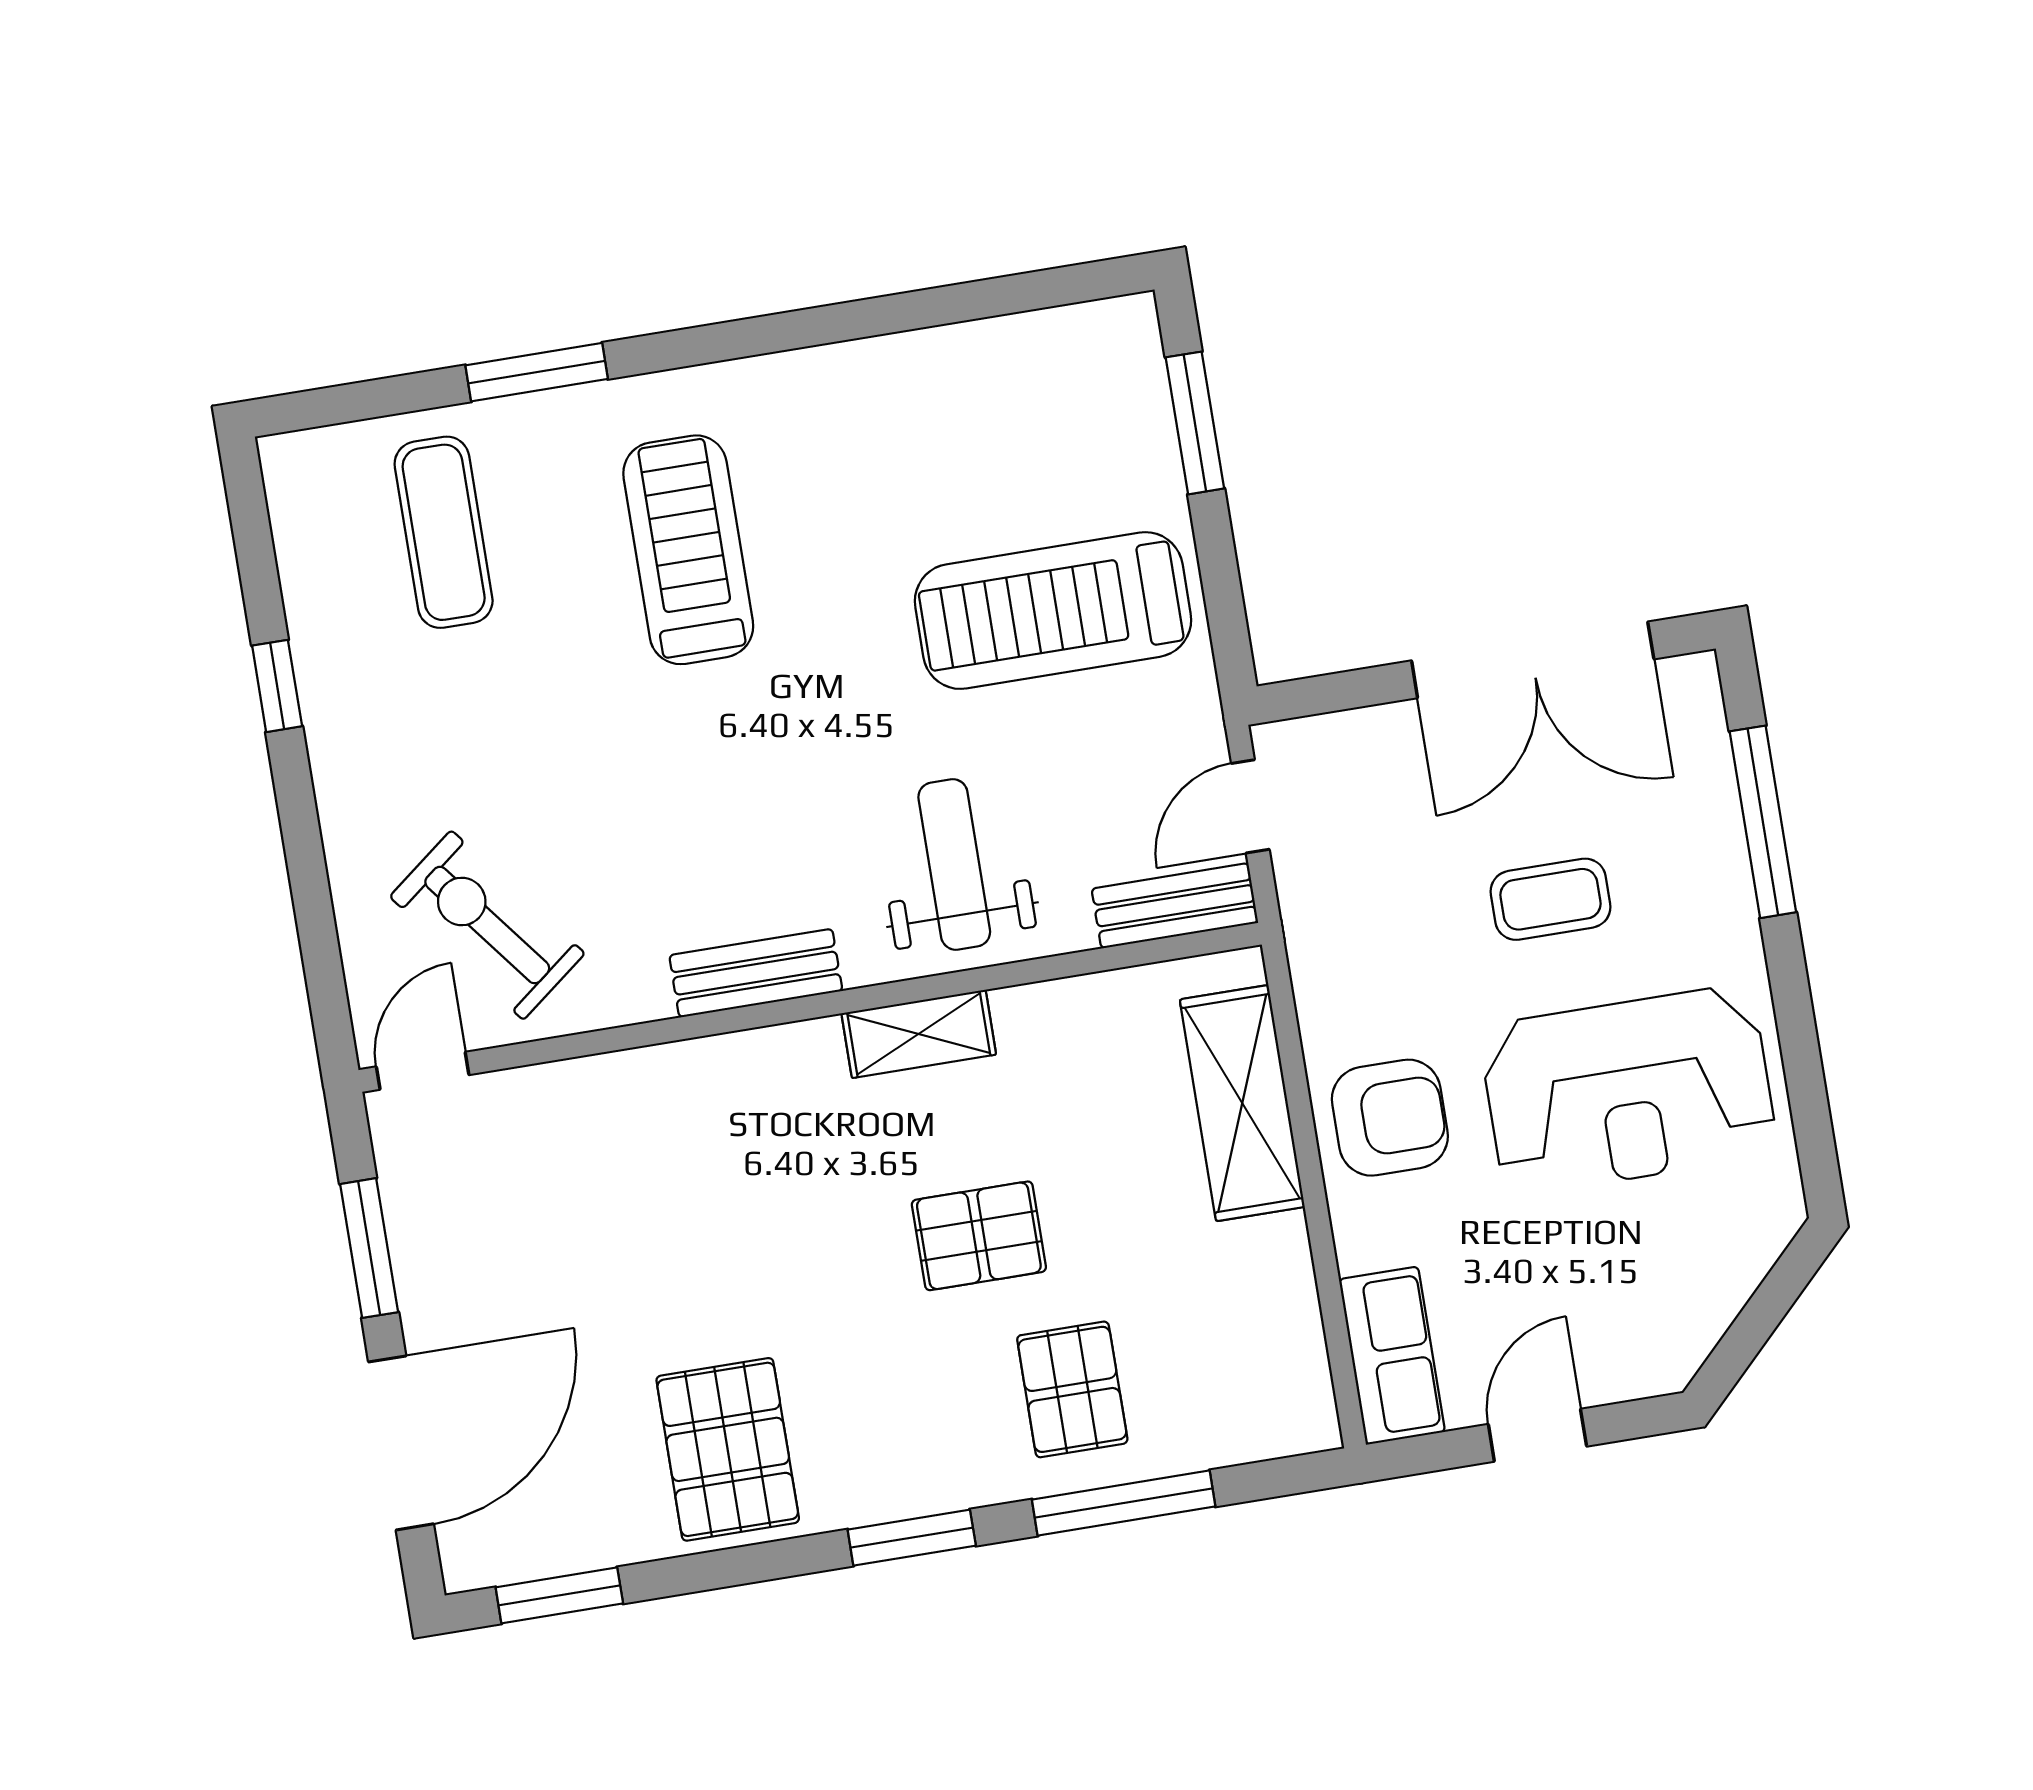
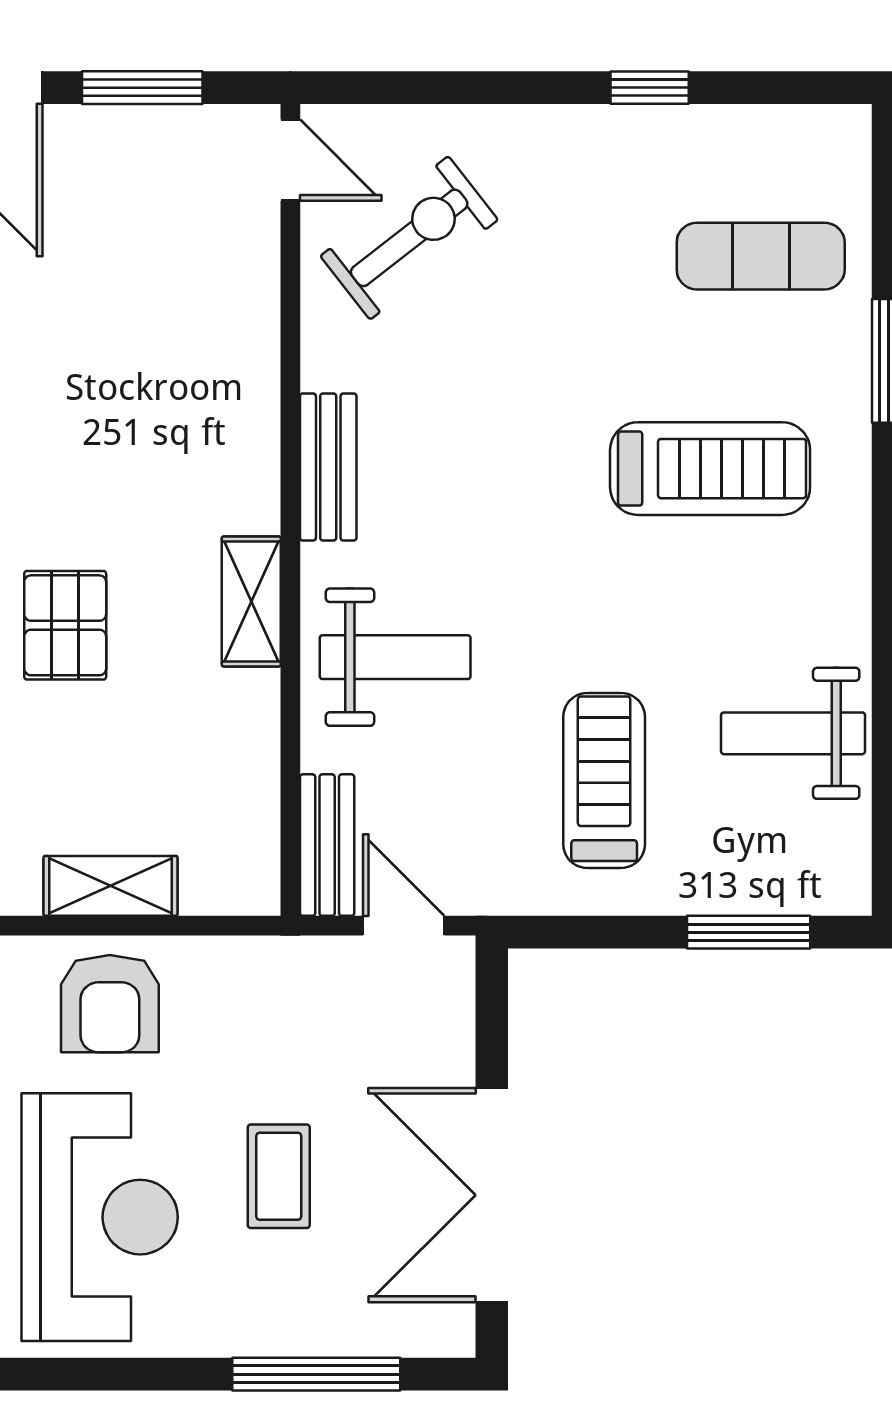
weight bench: (966, 410) -> (793, 733), added
treadmill: (1053, 611) -> (604, 780), width x0.73, depth x0.73
reception desk: (1628, 1090) -> (100, 1217), turned 180
shelving: (1242, 1103) -> (110, 886), width x0.67, depth x0.75

